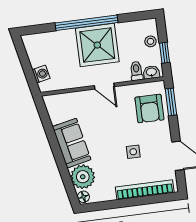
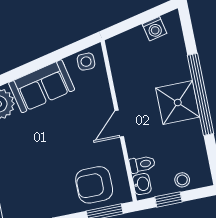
shower: (97, 45) -> (178, 102), width x0.73, depth x0.73
washing machine: (41, 74) -> (154, 29), moved
side table: (133, 152) -> (86, 62), moved

